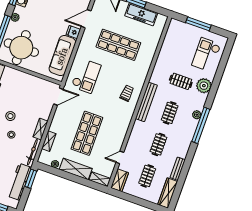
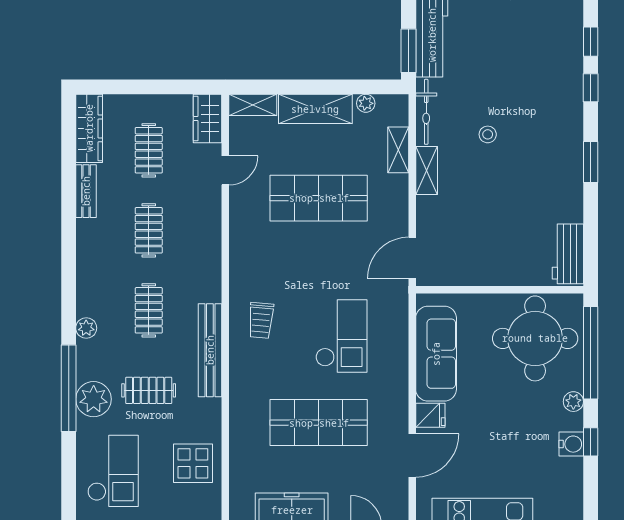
display table: (174, 46) -> (193, 463), added
checkout: (86, 76) -> (341, 336), moved, turned 180
bench: (146, 102) -> (210, 350), moved
stool: (10, 116) -> (505, 176), removed
window: (201, 125) -> (69, 388), moved
shop shelf: (87, 133) -> (319, 198), turned 90

